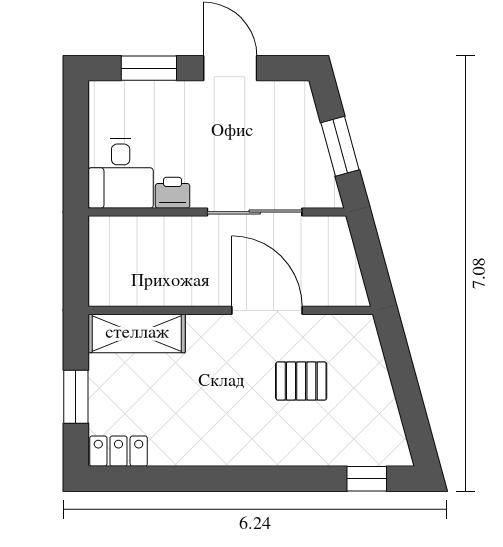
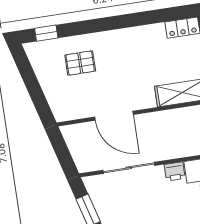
pallet: (301, 381) -> (80, 63), moved

